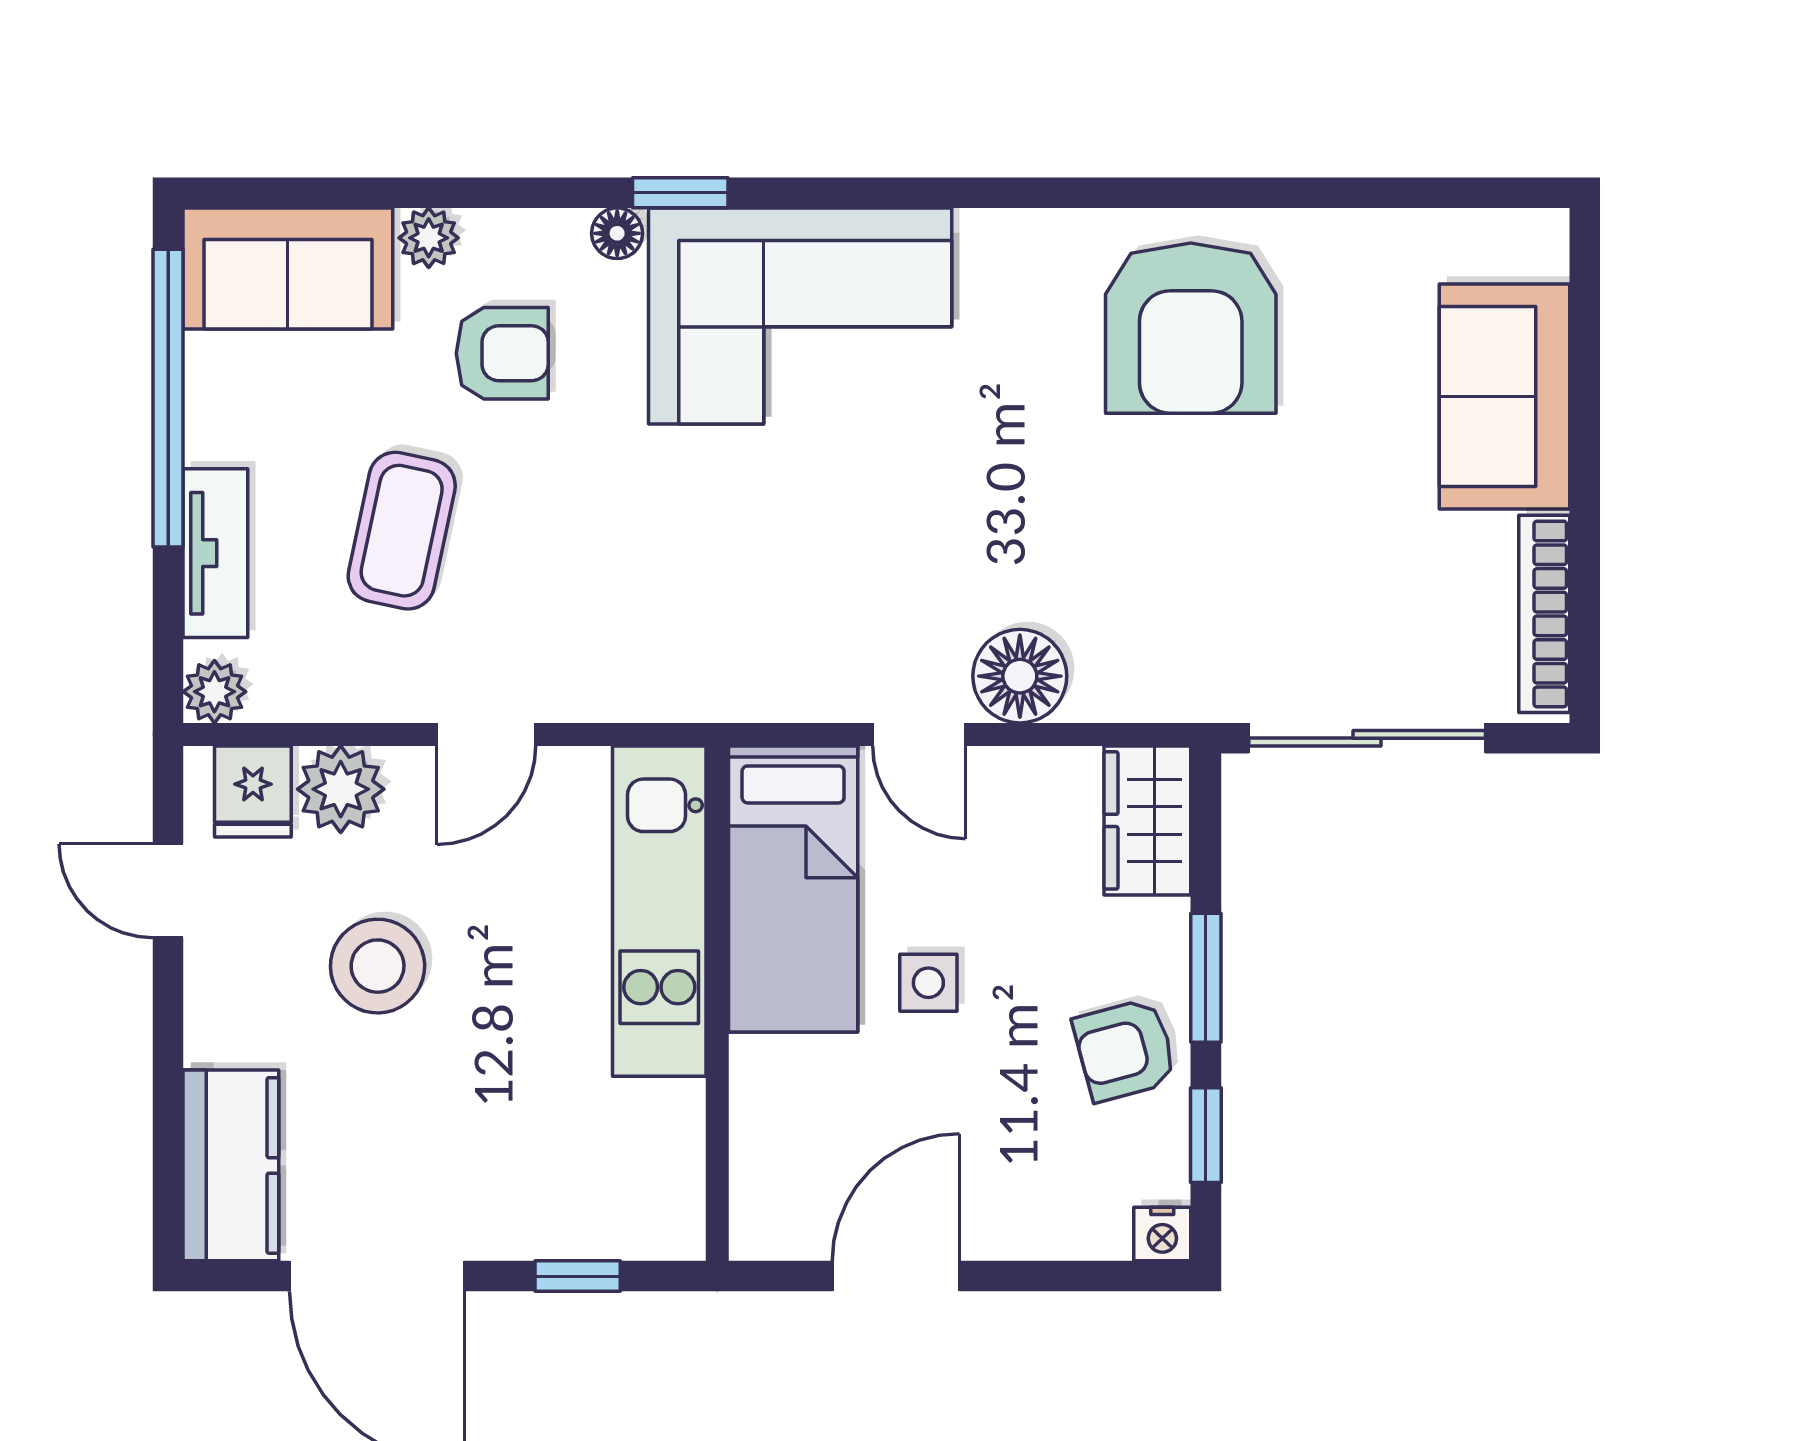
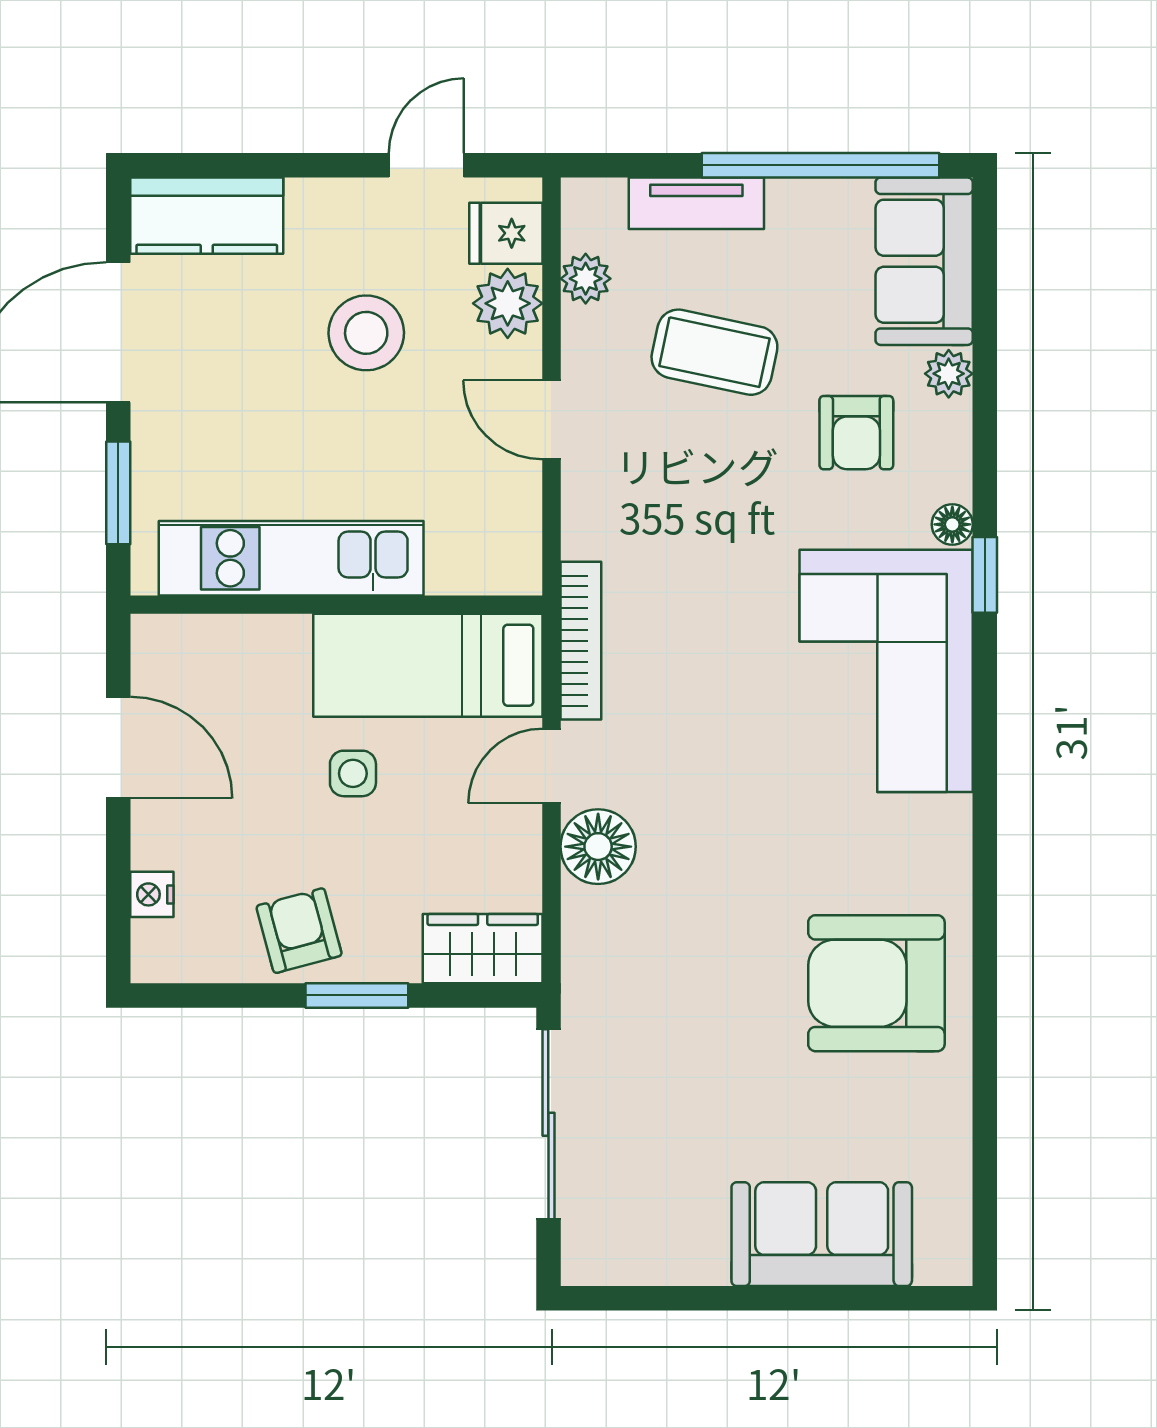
bookcase: (1544, 614) -> (581, 641), moved, turned 90
plant: (214, 692) -> (586, 279), moved
kitchen unit: (659, 911) -> (291, 558), moved
window: (1206, 1135) -> (231, 995), removed
nightstand: (1162, 1234) -> (152, 894), moved
window: (578, 1276) -> (118, 493), width x1.50

